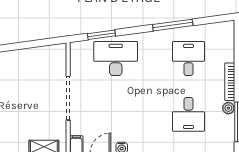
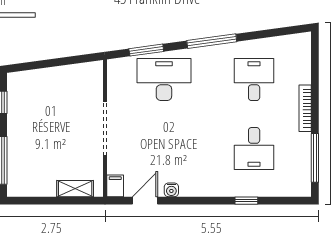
window: (173, 25) -> (212, 41), moved
plant: (228, 108) -> (303, 141), removed

